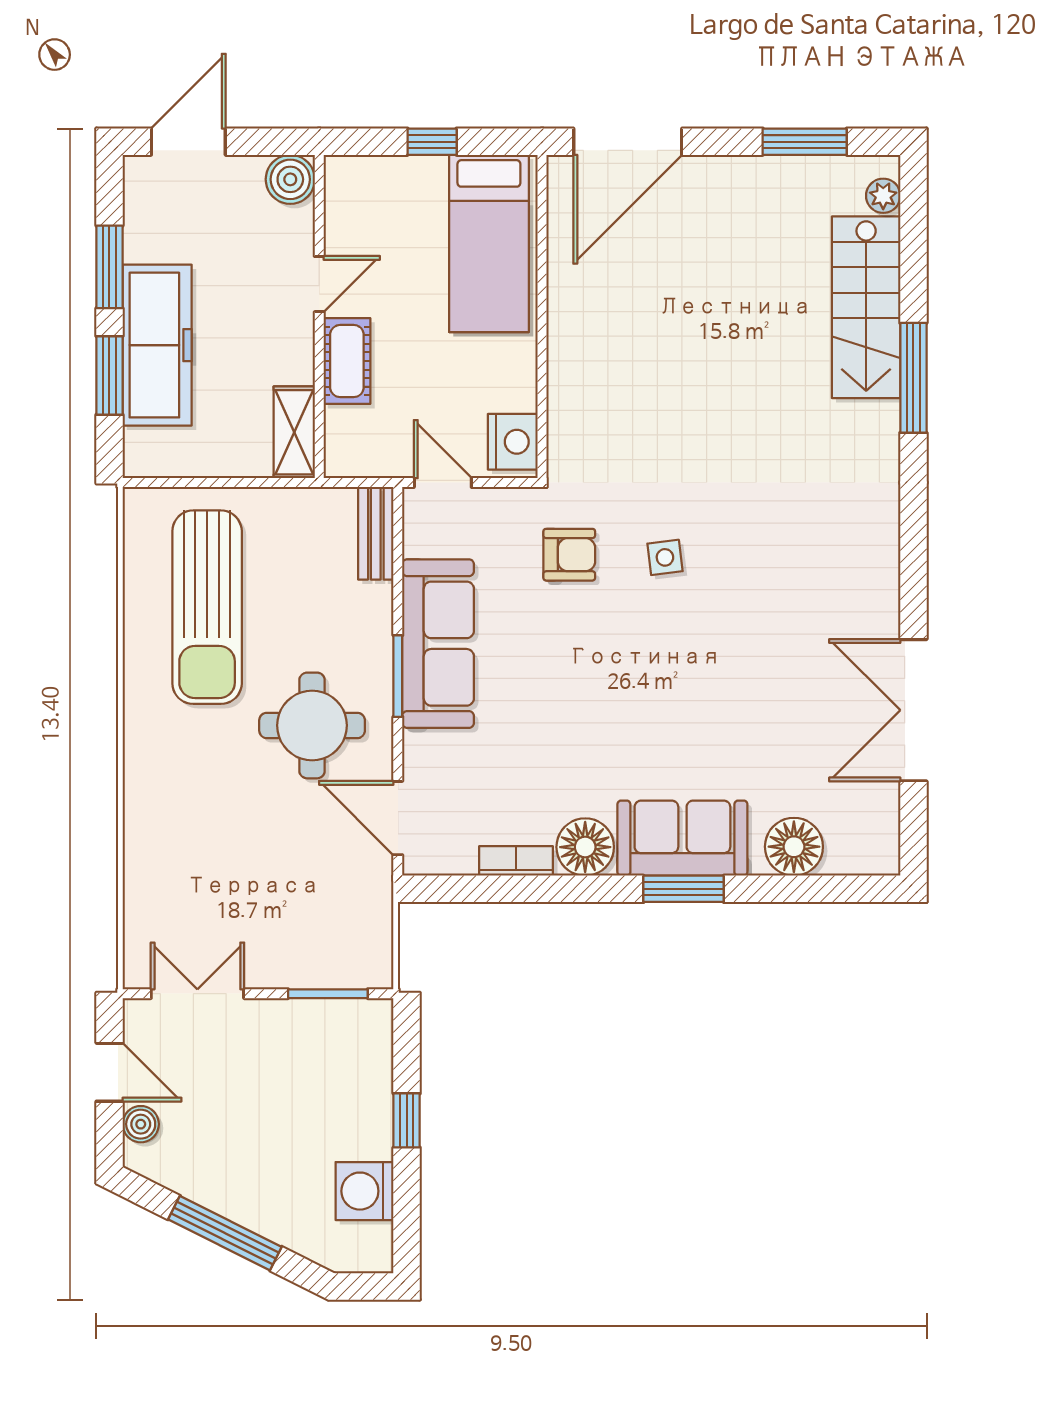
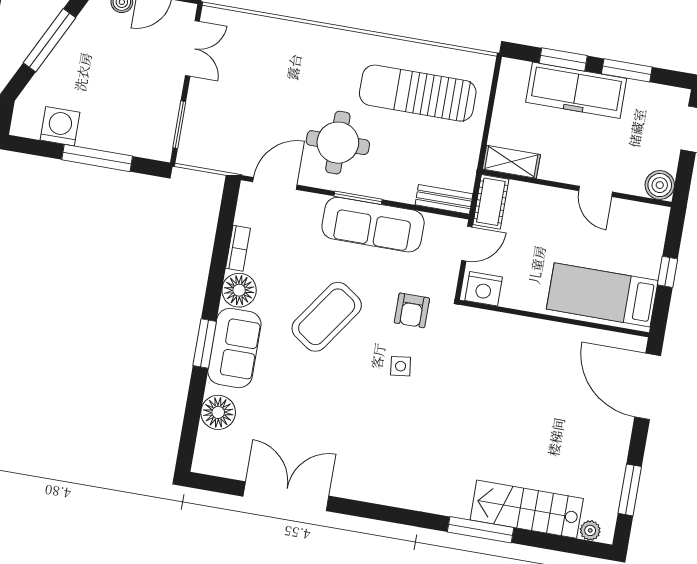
cot: (347, 361) -> (491, 202), moved, turned 90
coffee table: (604, 694) -> (327, 317), added
window: (407, 1120) -> (97, 158), width x2.17

